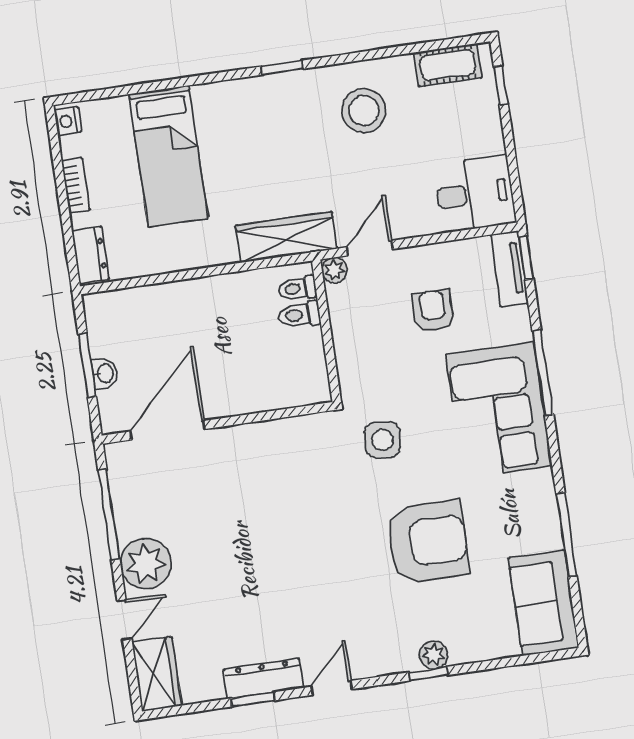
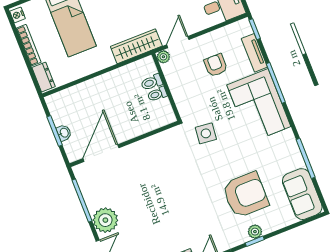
bookcase: (76, 186) -> (29, 45), width x1.56
tv unit: (509, 269) -> (254, 53), moved
toilet: (298, 288) -> (157, 94), moved
armchair: (428, 542) -> (245, 195), moved

